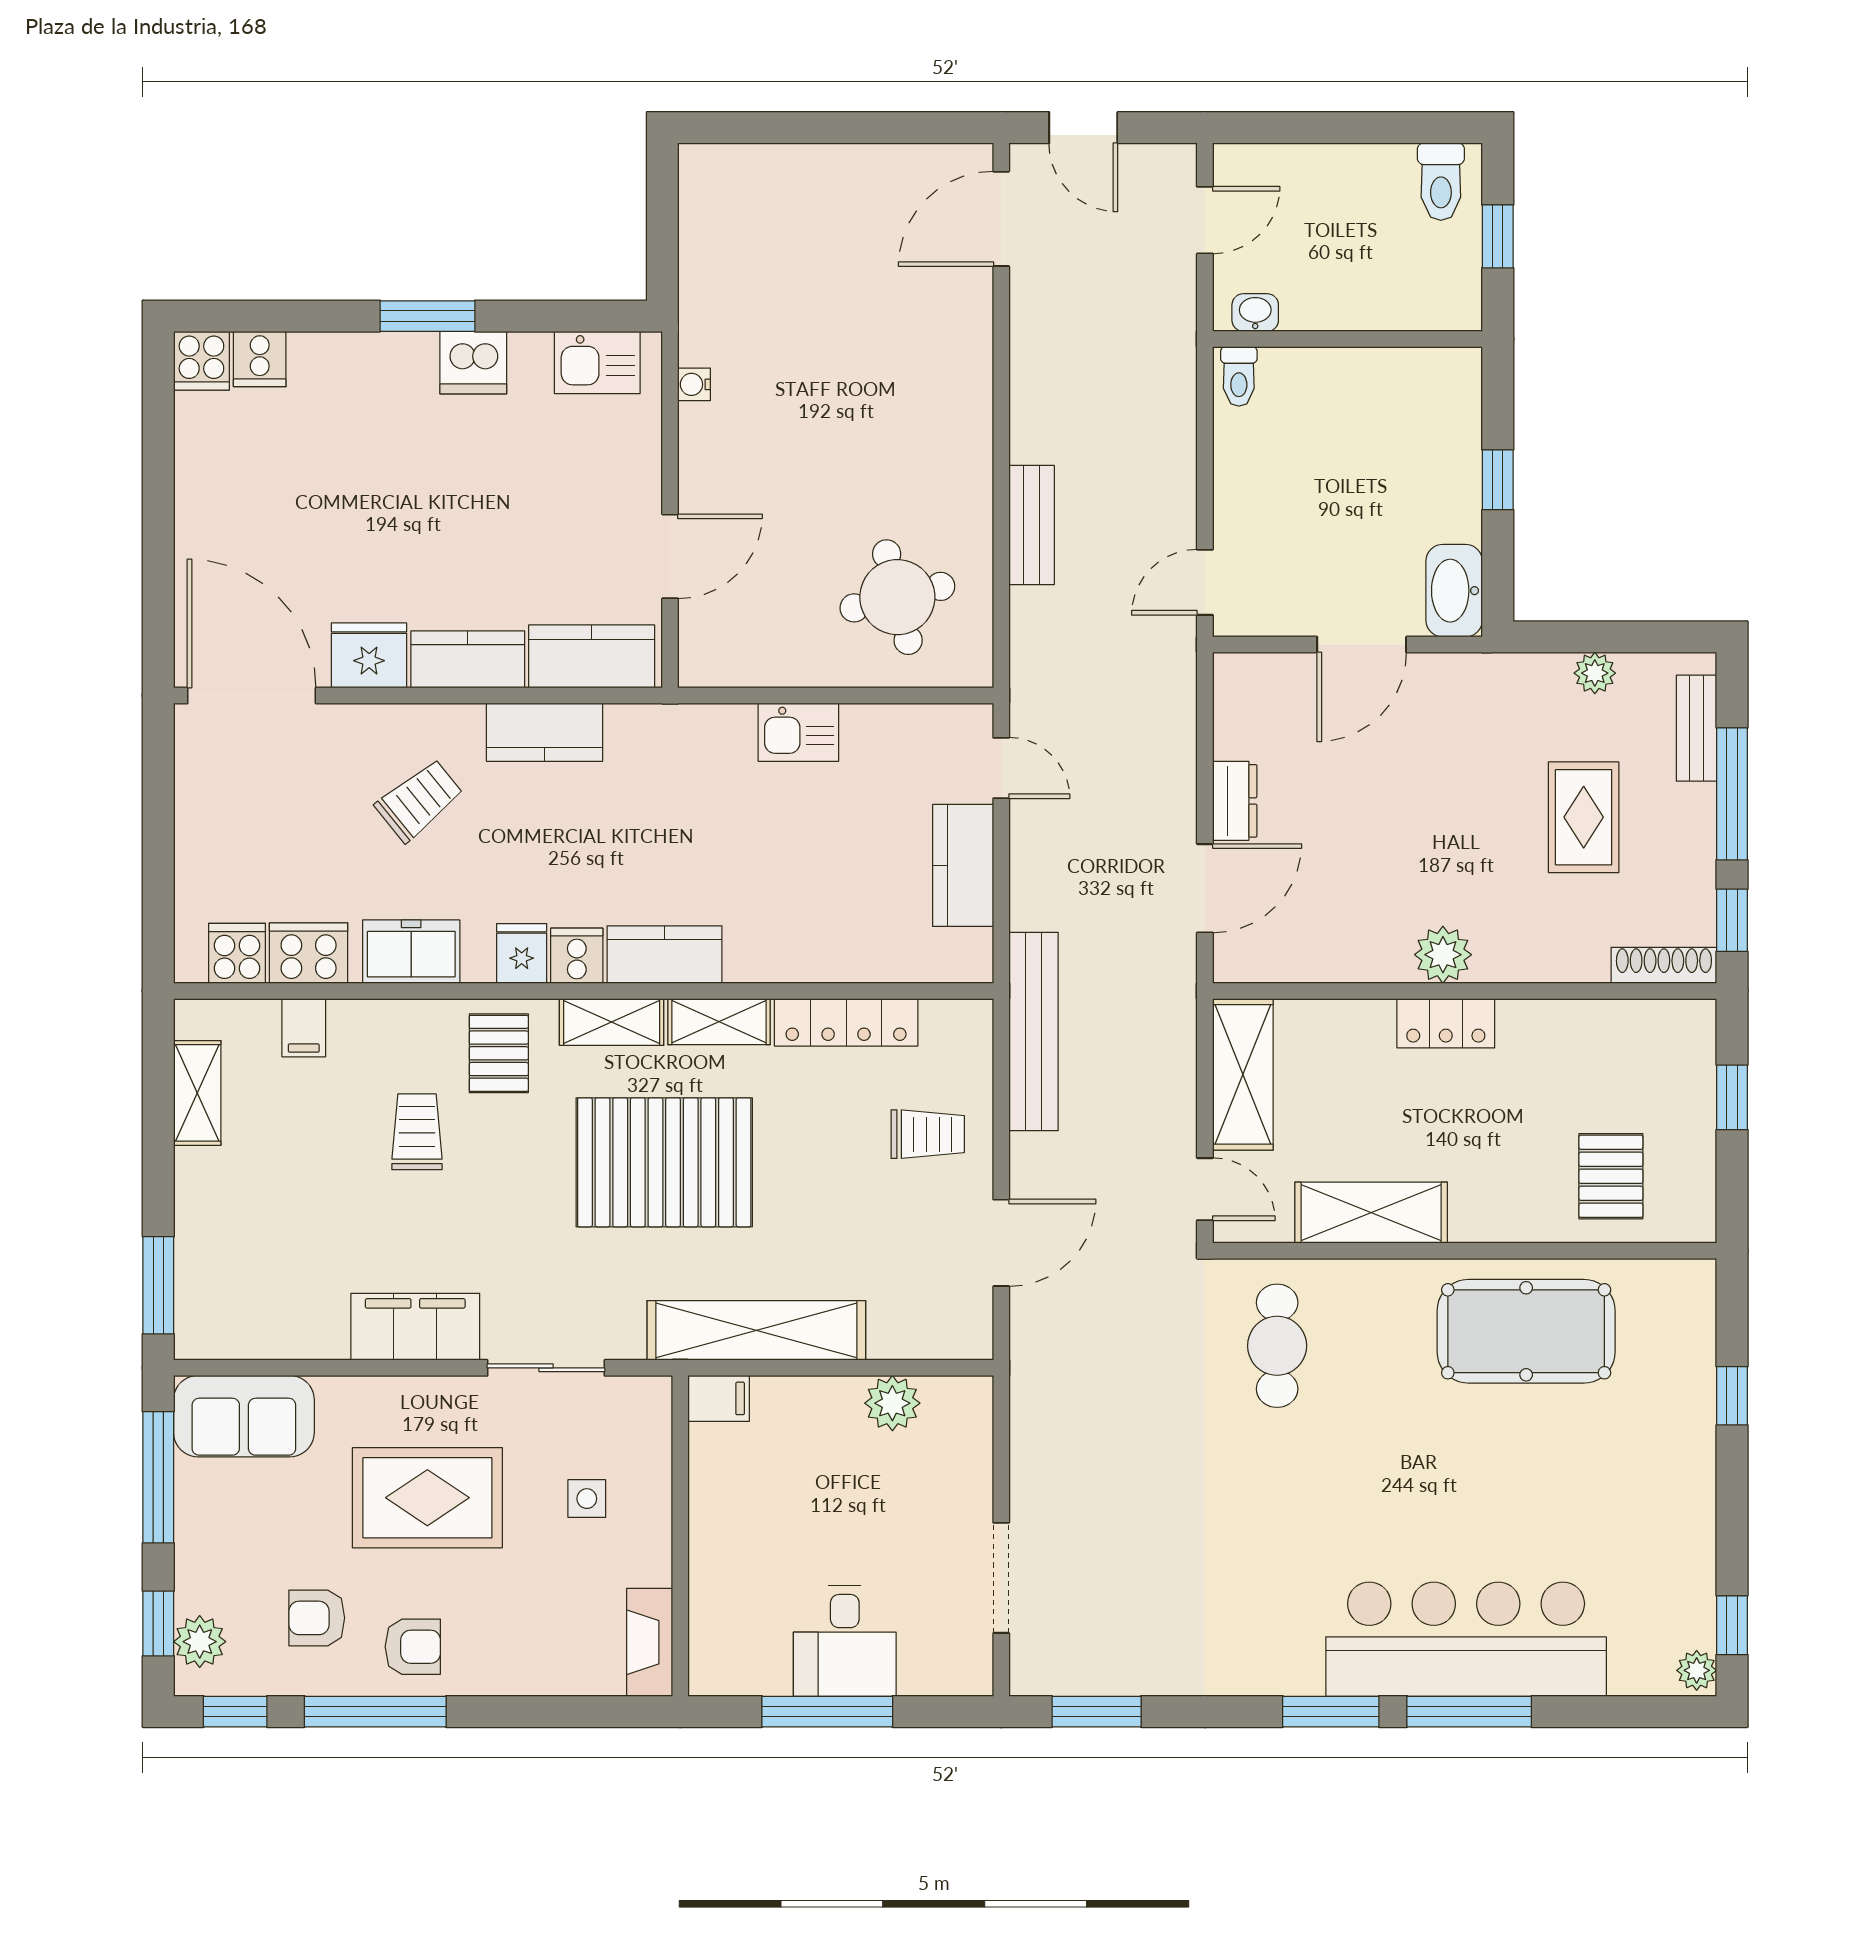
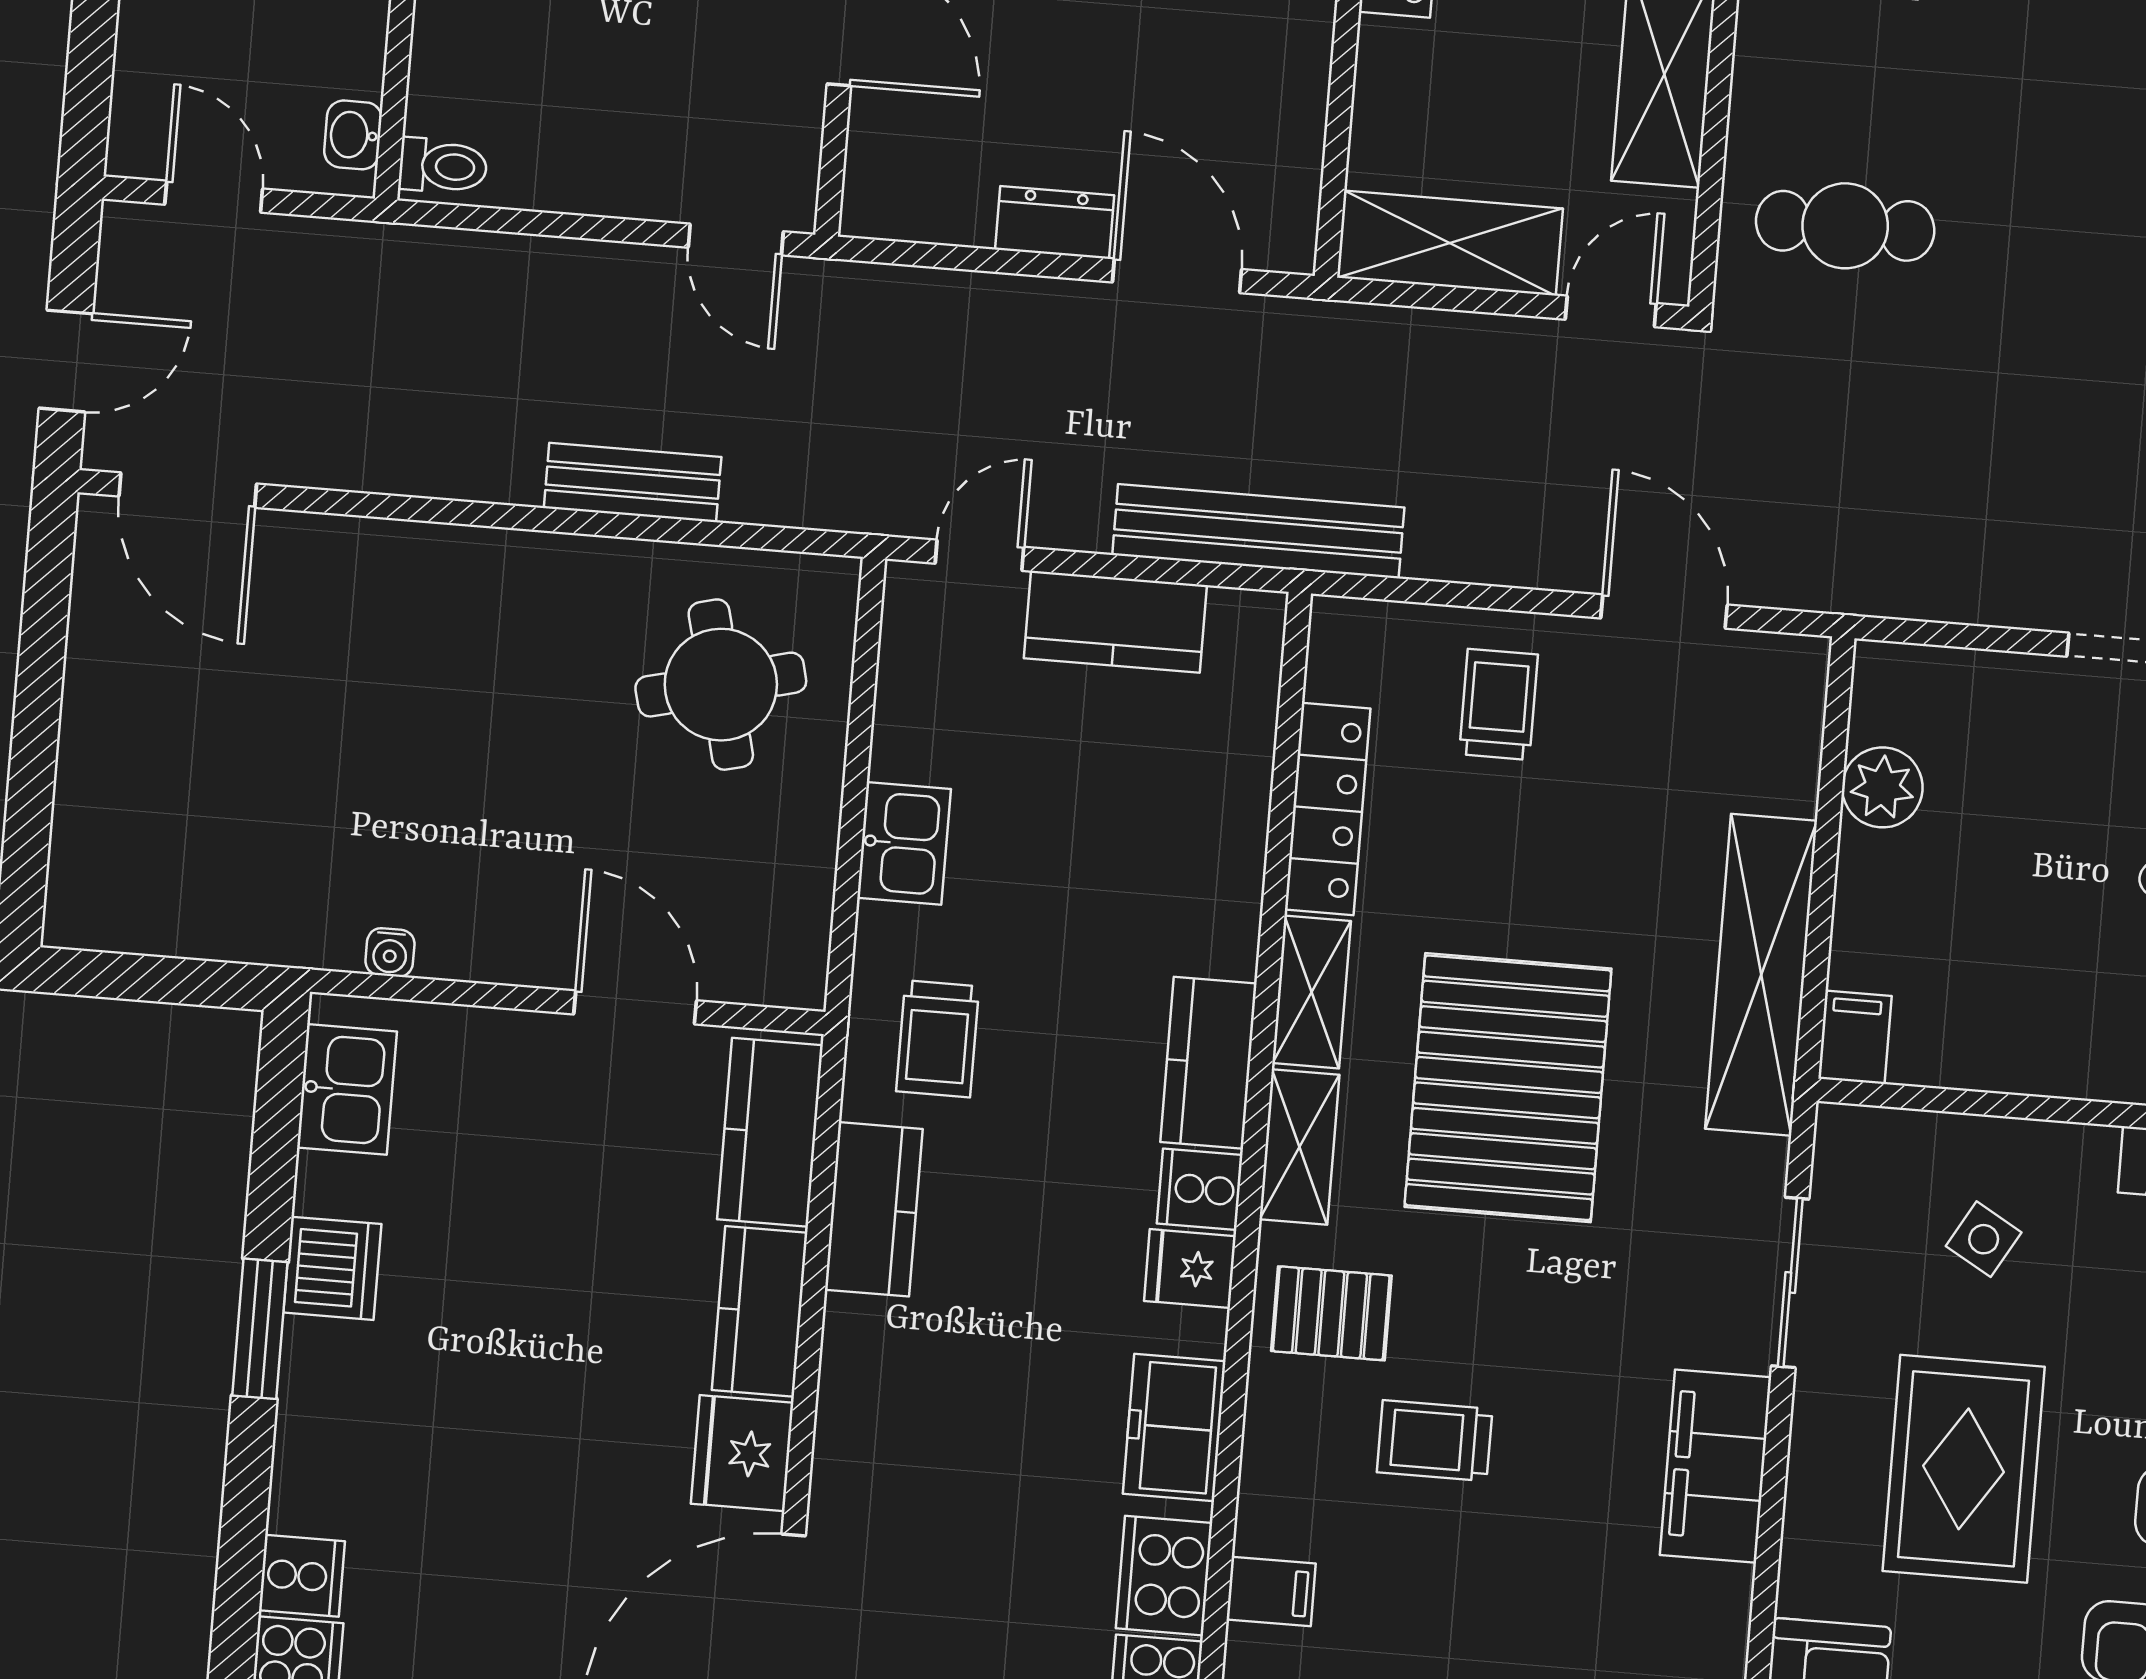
trolley: (419, 800) -> (938, 1039), moved, turned -141
bench: (1033, 1031) -> (1258, 531), moved
side table: (587, 1499) -> (1984, 1239), turned 30

